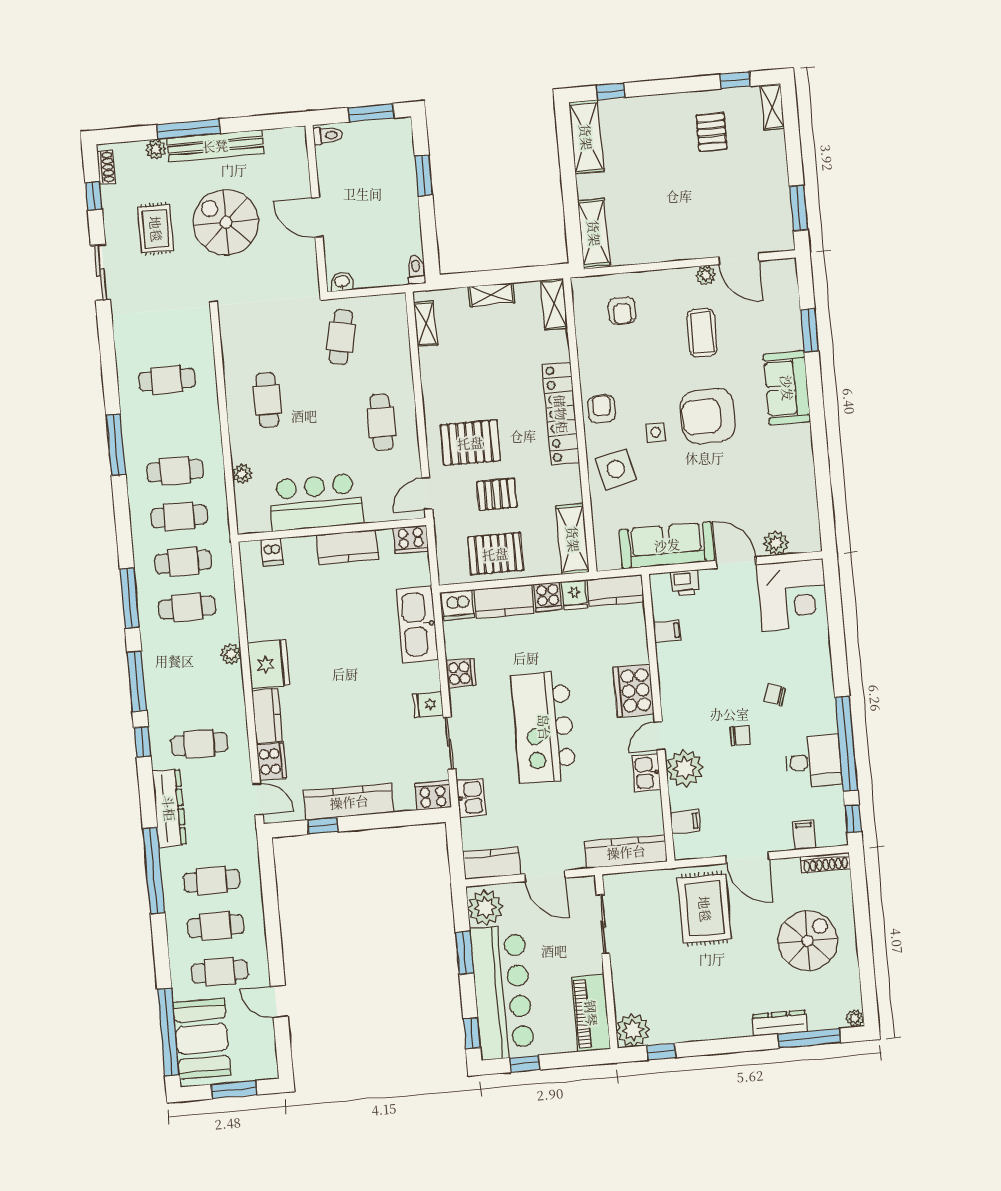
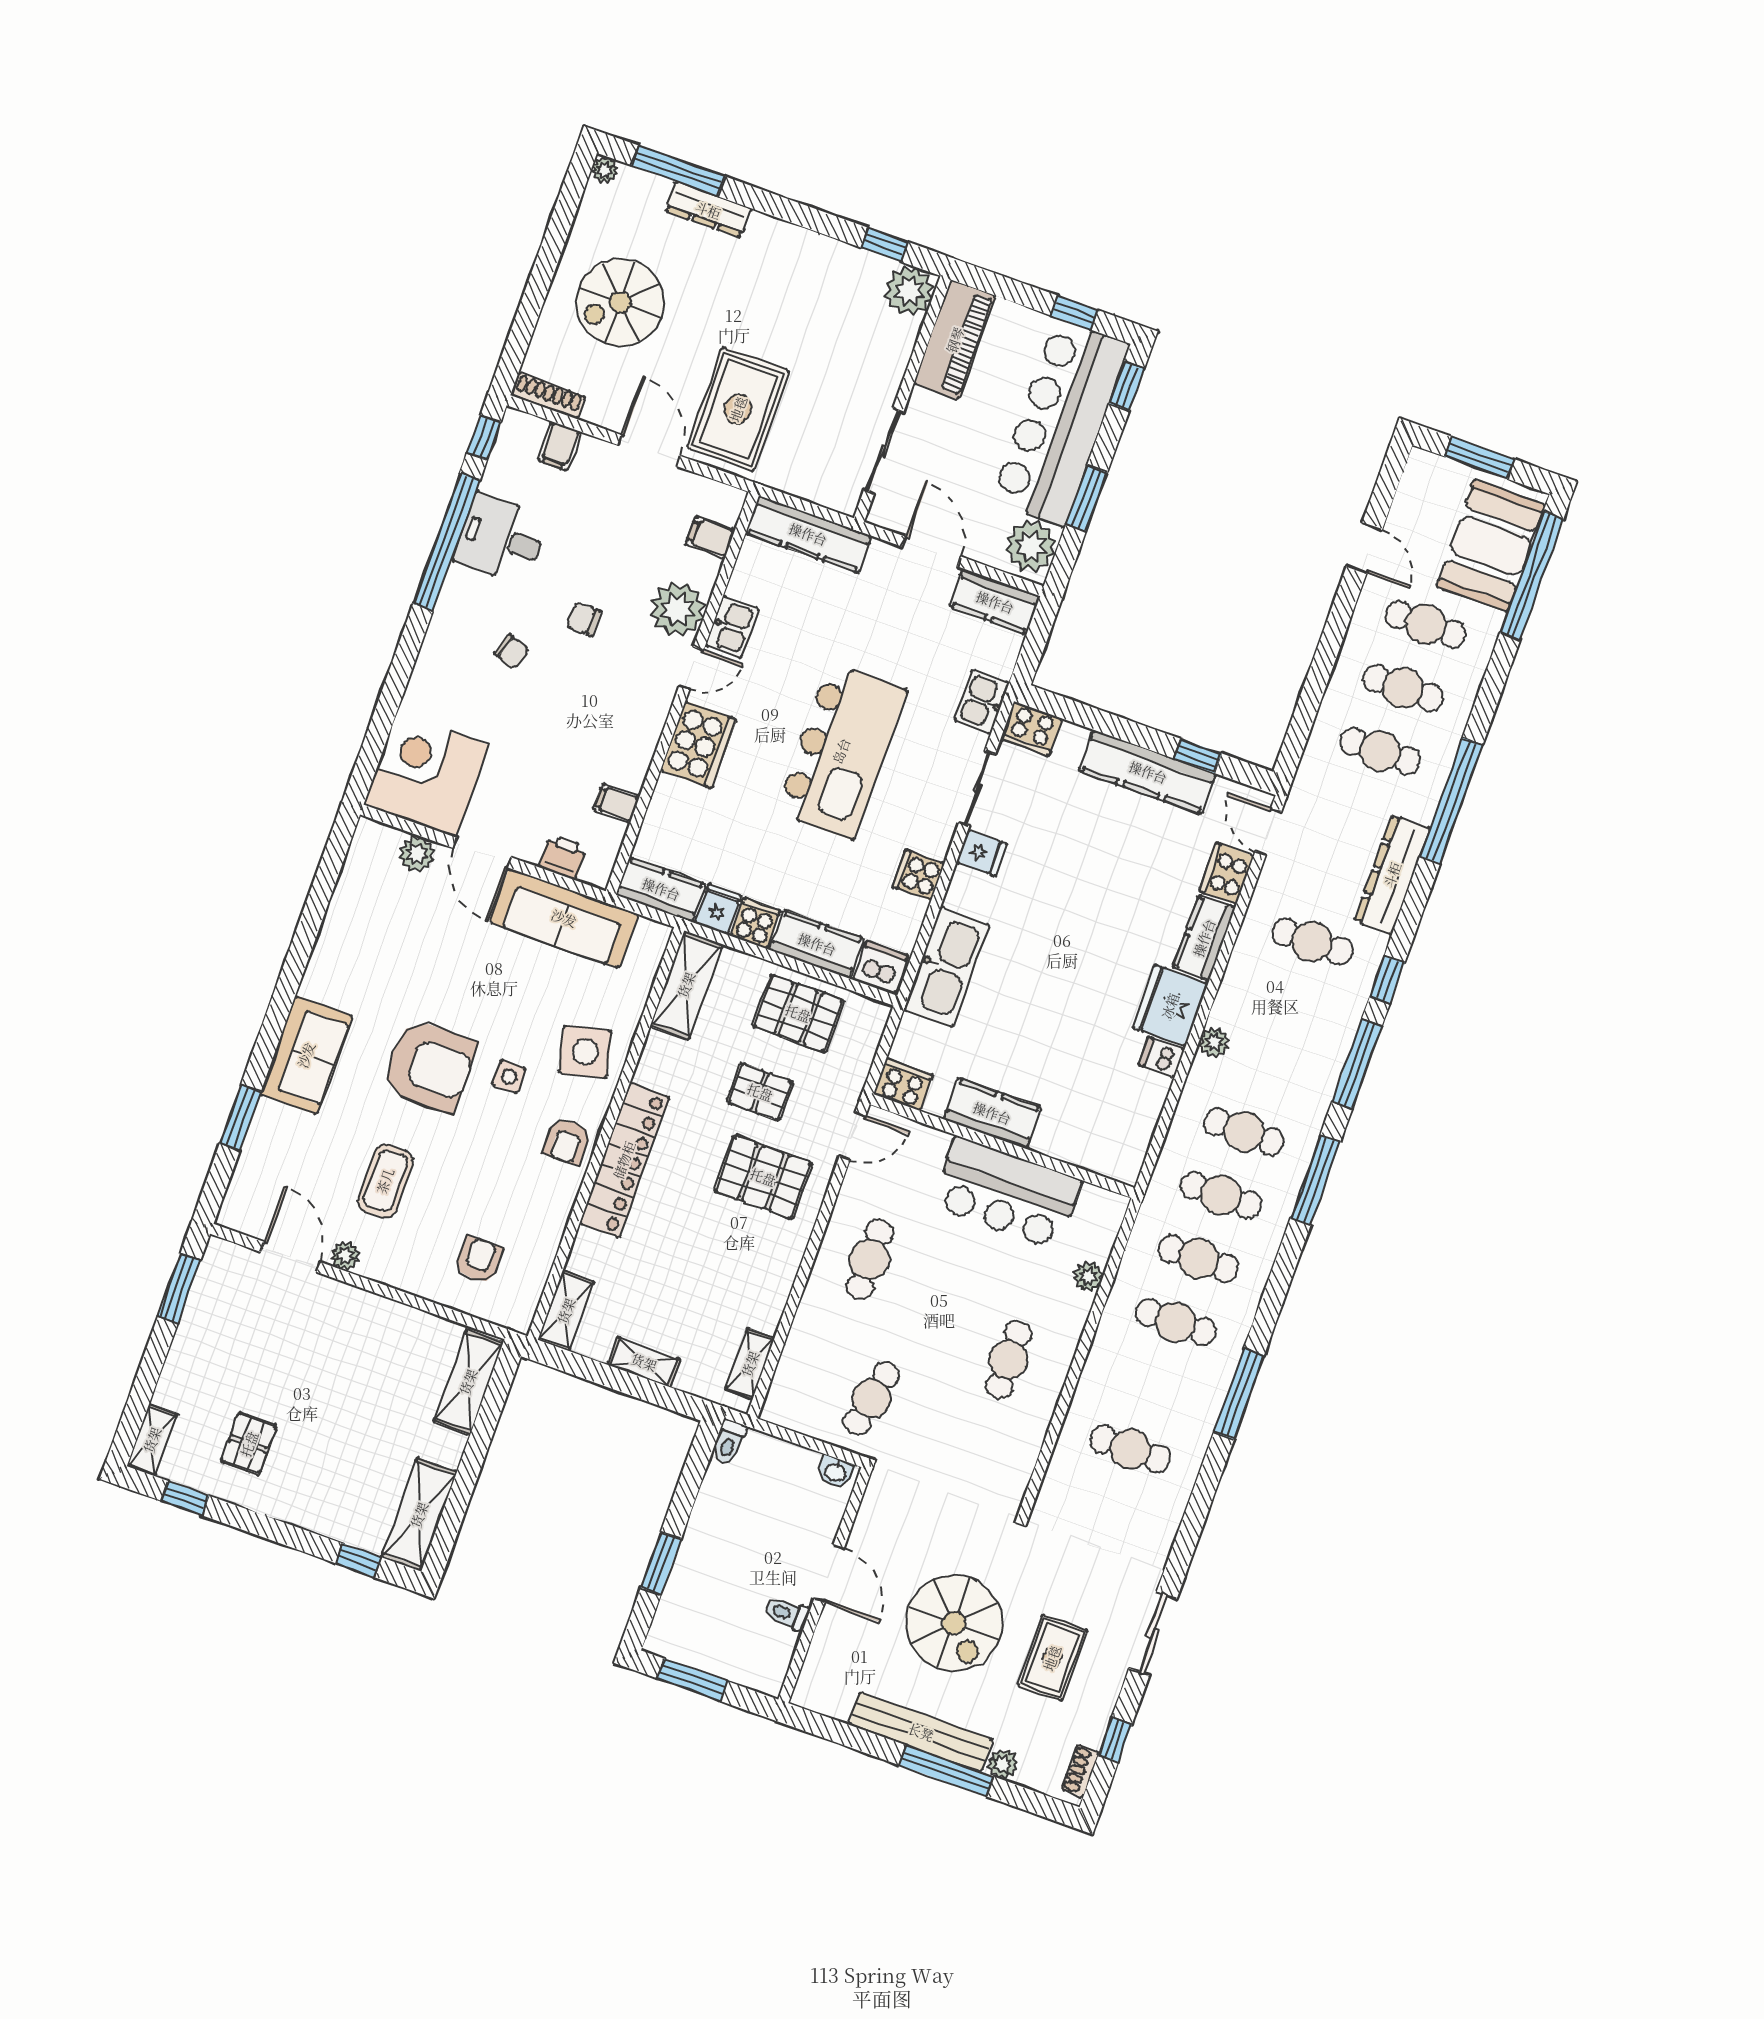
toilet: (327, 135) -> (787, 1614), moved
dishwasher: (272, 552) -> (1161, 1057), moved, turned -90

